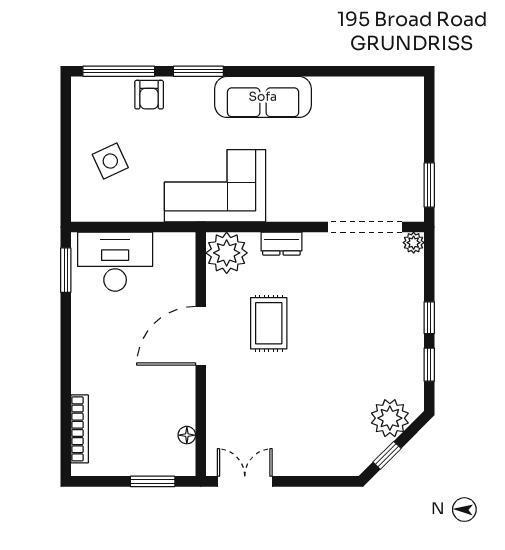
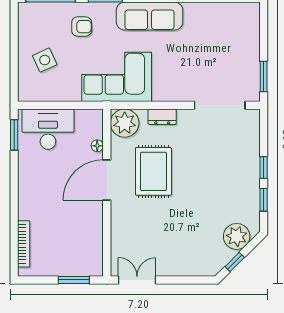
armchair: (149, 95) -> (82, 27), moved, turned -90
plant: (414, 243) -> (253, 116), removed
rug: (269, 323) -> (153, 171), width x1.36, depth x1.43
floor lamp: (187, 435) -> (97, 146), moved

